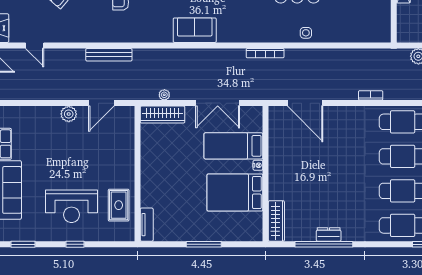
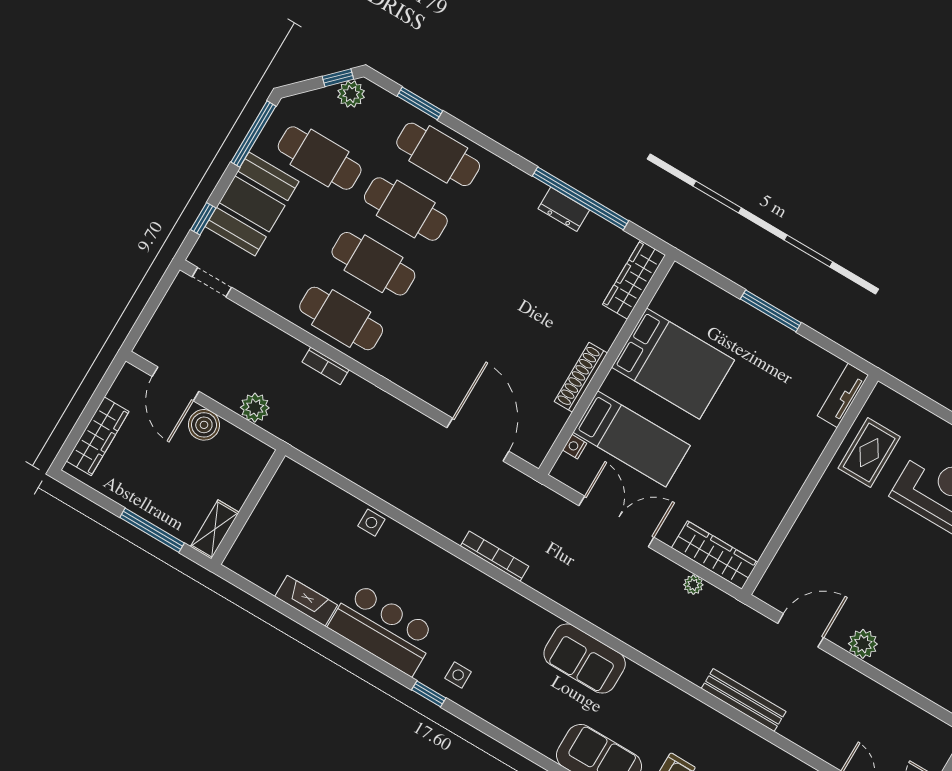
side table: (306, 33) -> (371, 523), moved
bookcase: (371, 95) -> (326, 366), moved
shoe rack: (274, 161) -> (581, 377), added
nightstand: (258, 165) -> (575, 447), moved

